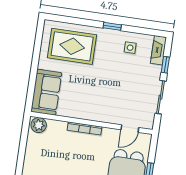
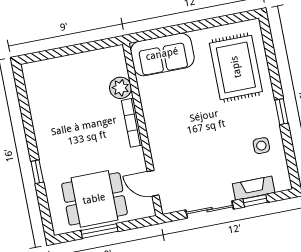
fireplace: (158, 50) -> (254, 188), moved
plant: (39, 125) -> (120, 88), moved

